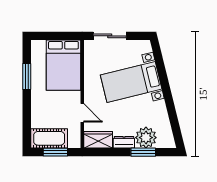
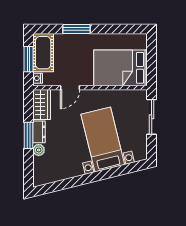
window: (27, 76) -> (76, 29), moved
plant: (146, 138) -> (39, 150), width x0.53, depth x0.53
nightstand: (73, 143) -> (38, 78), added
window: (143, 152) -> (28, 135), moved

